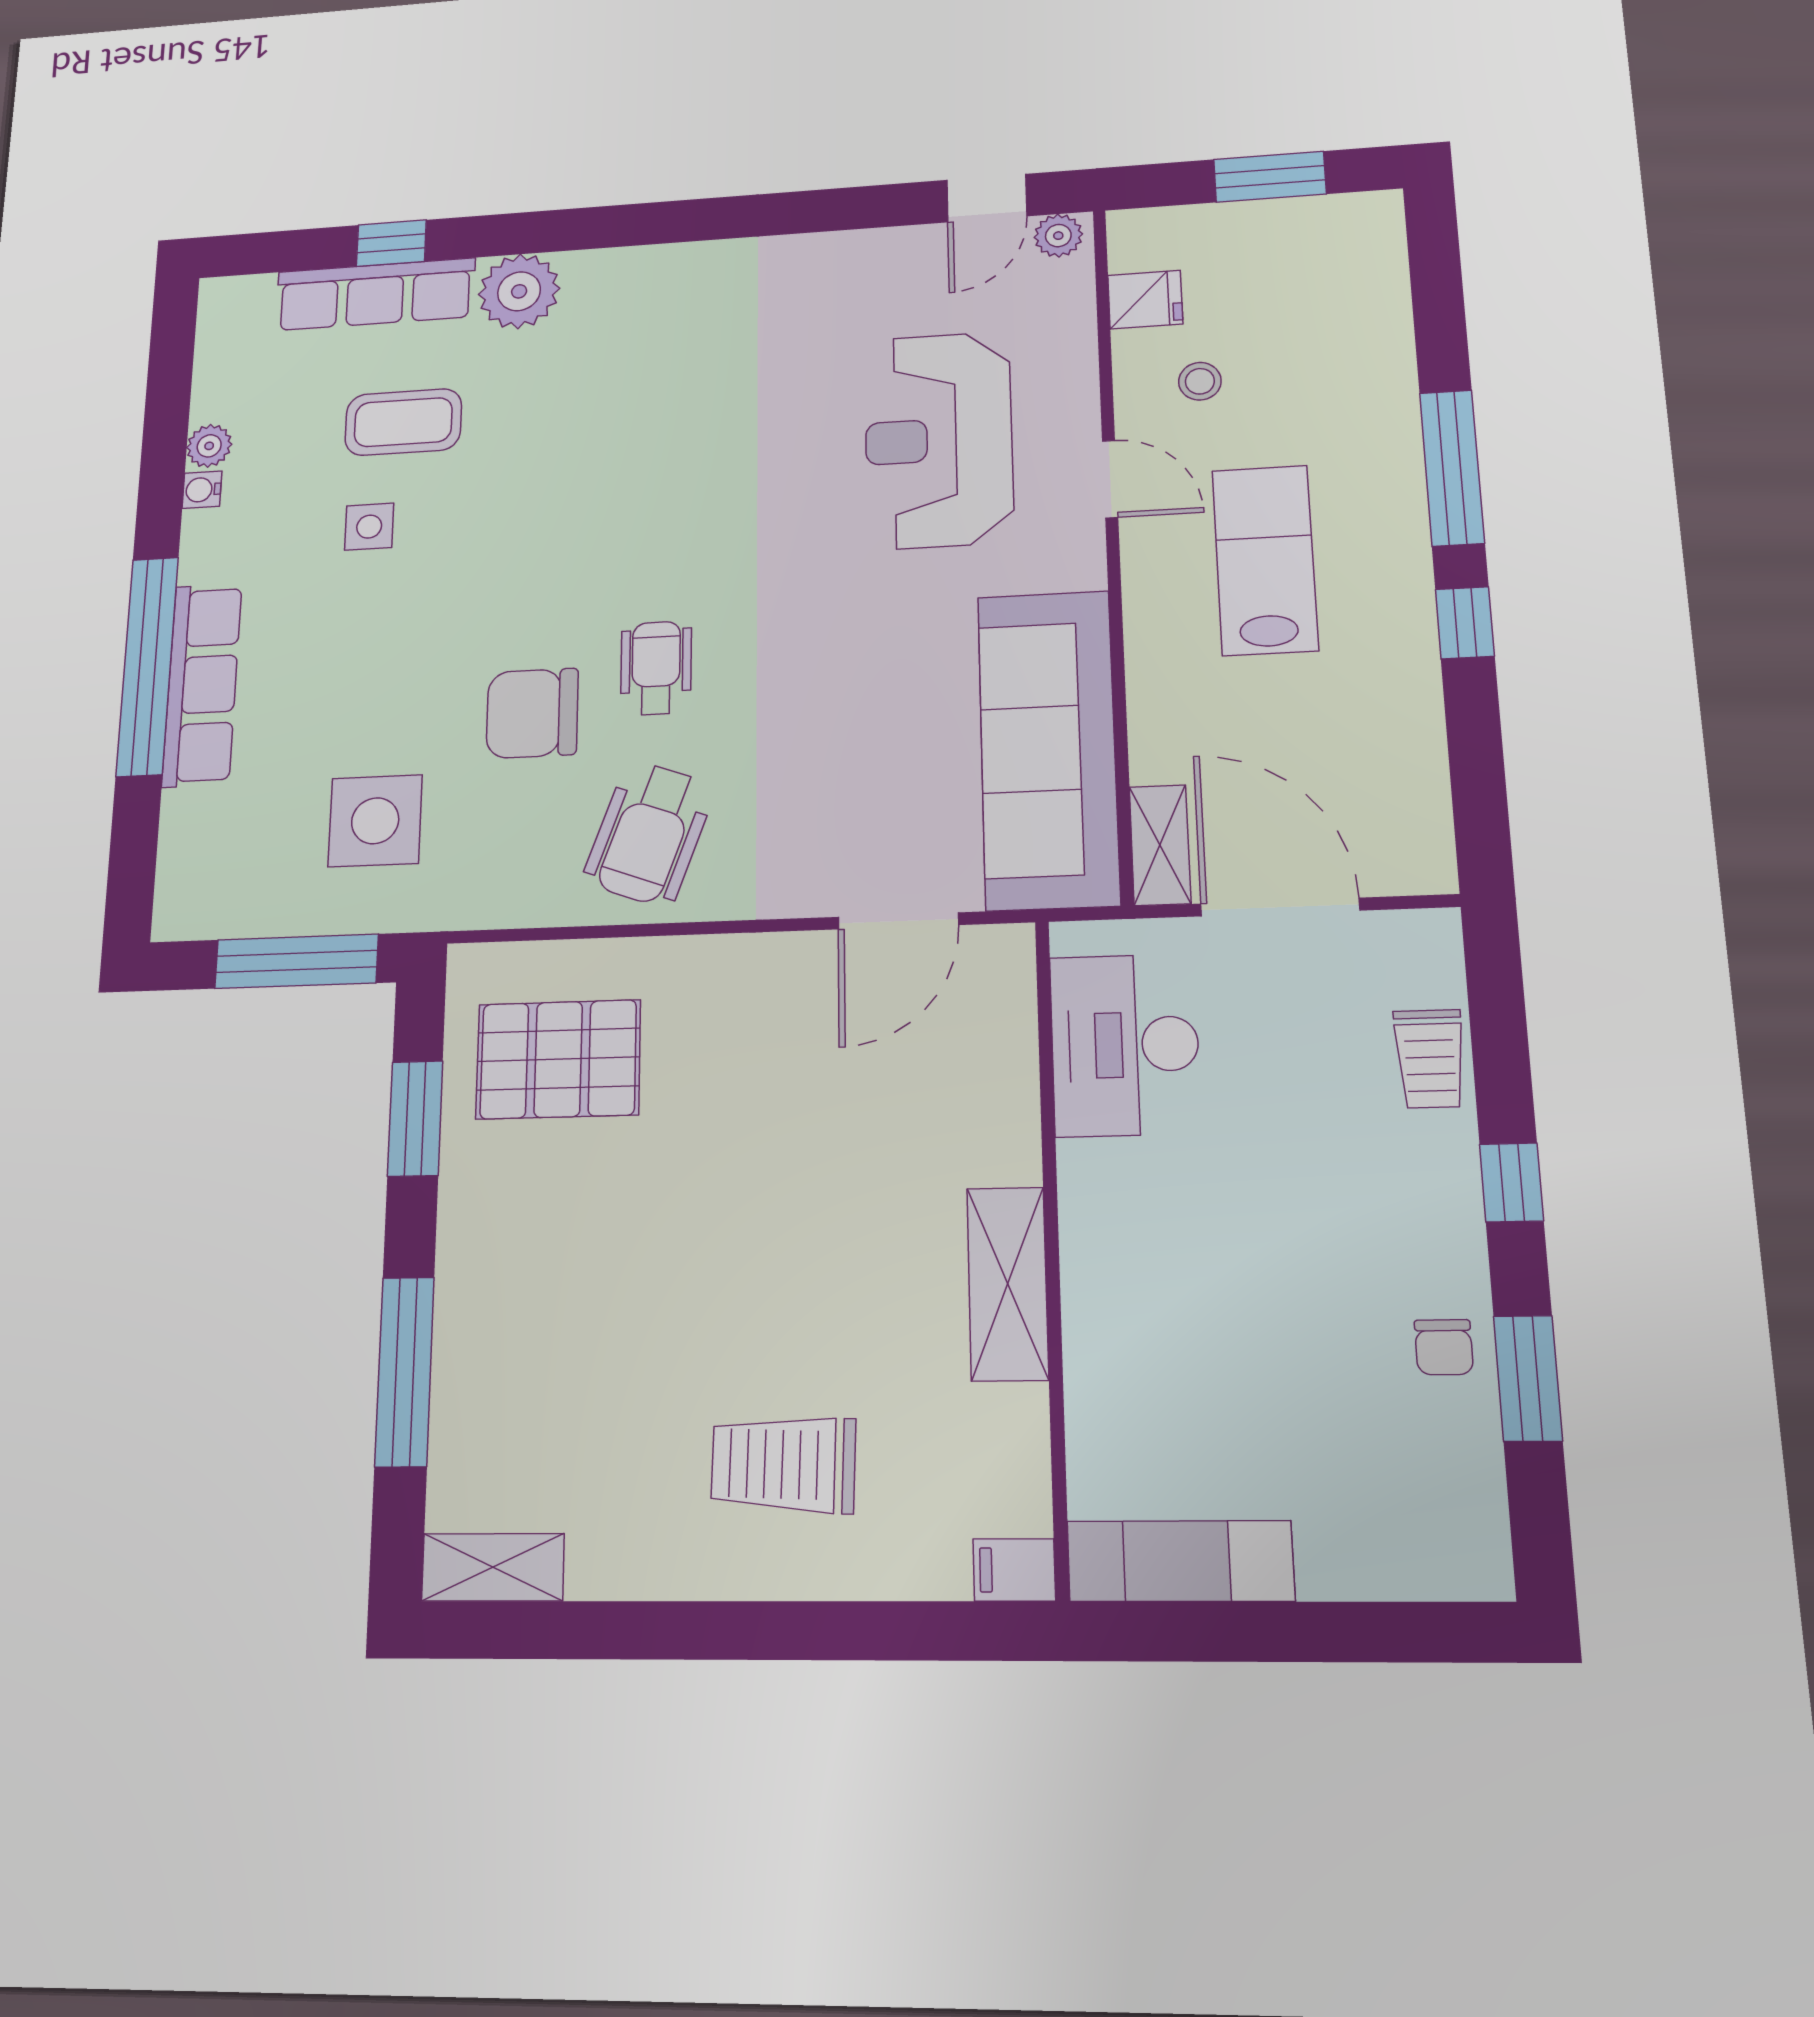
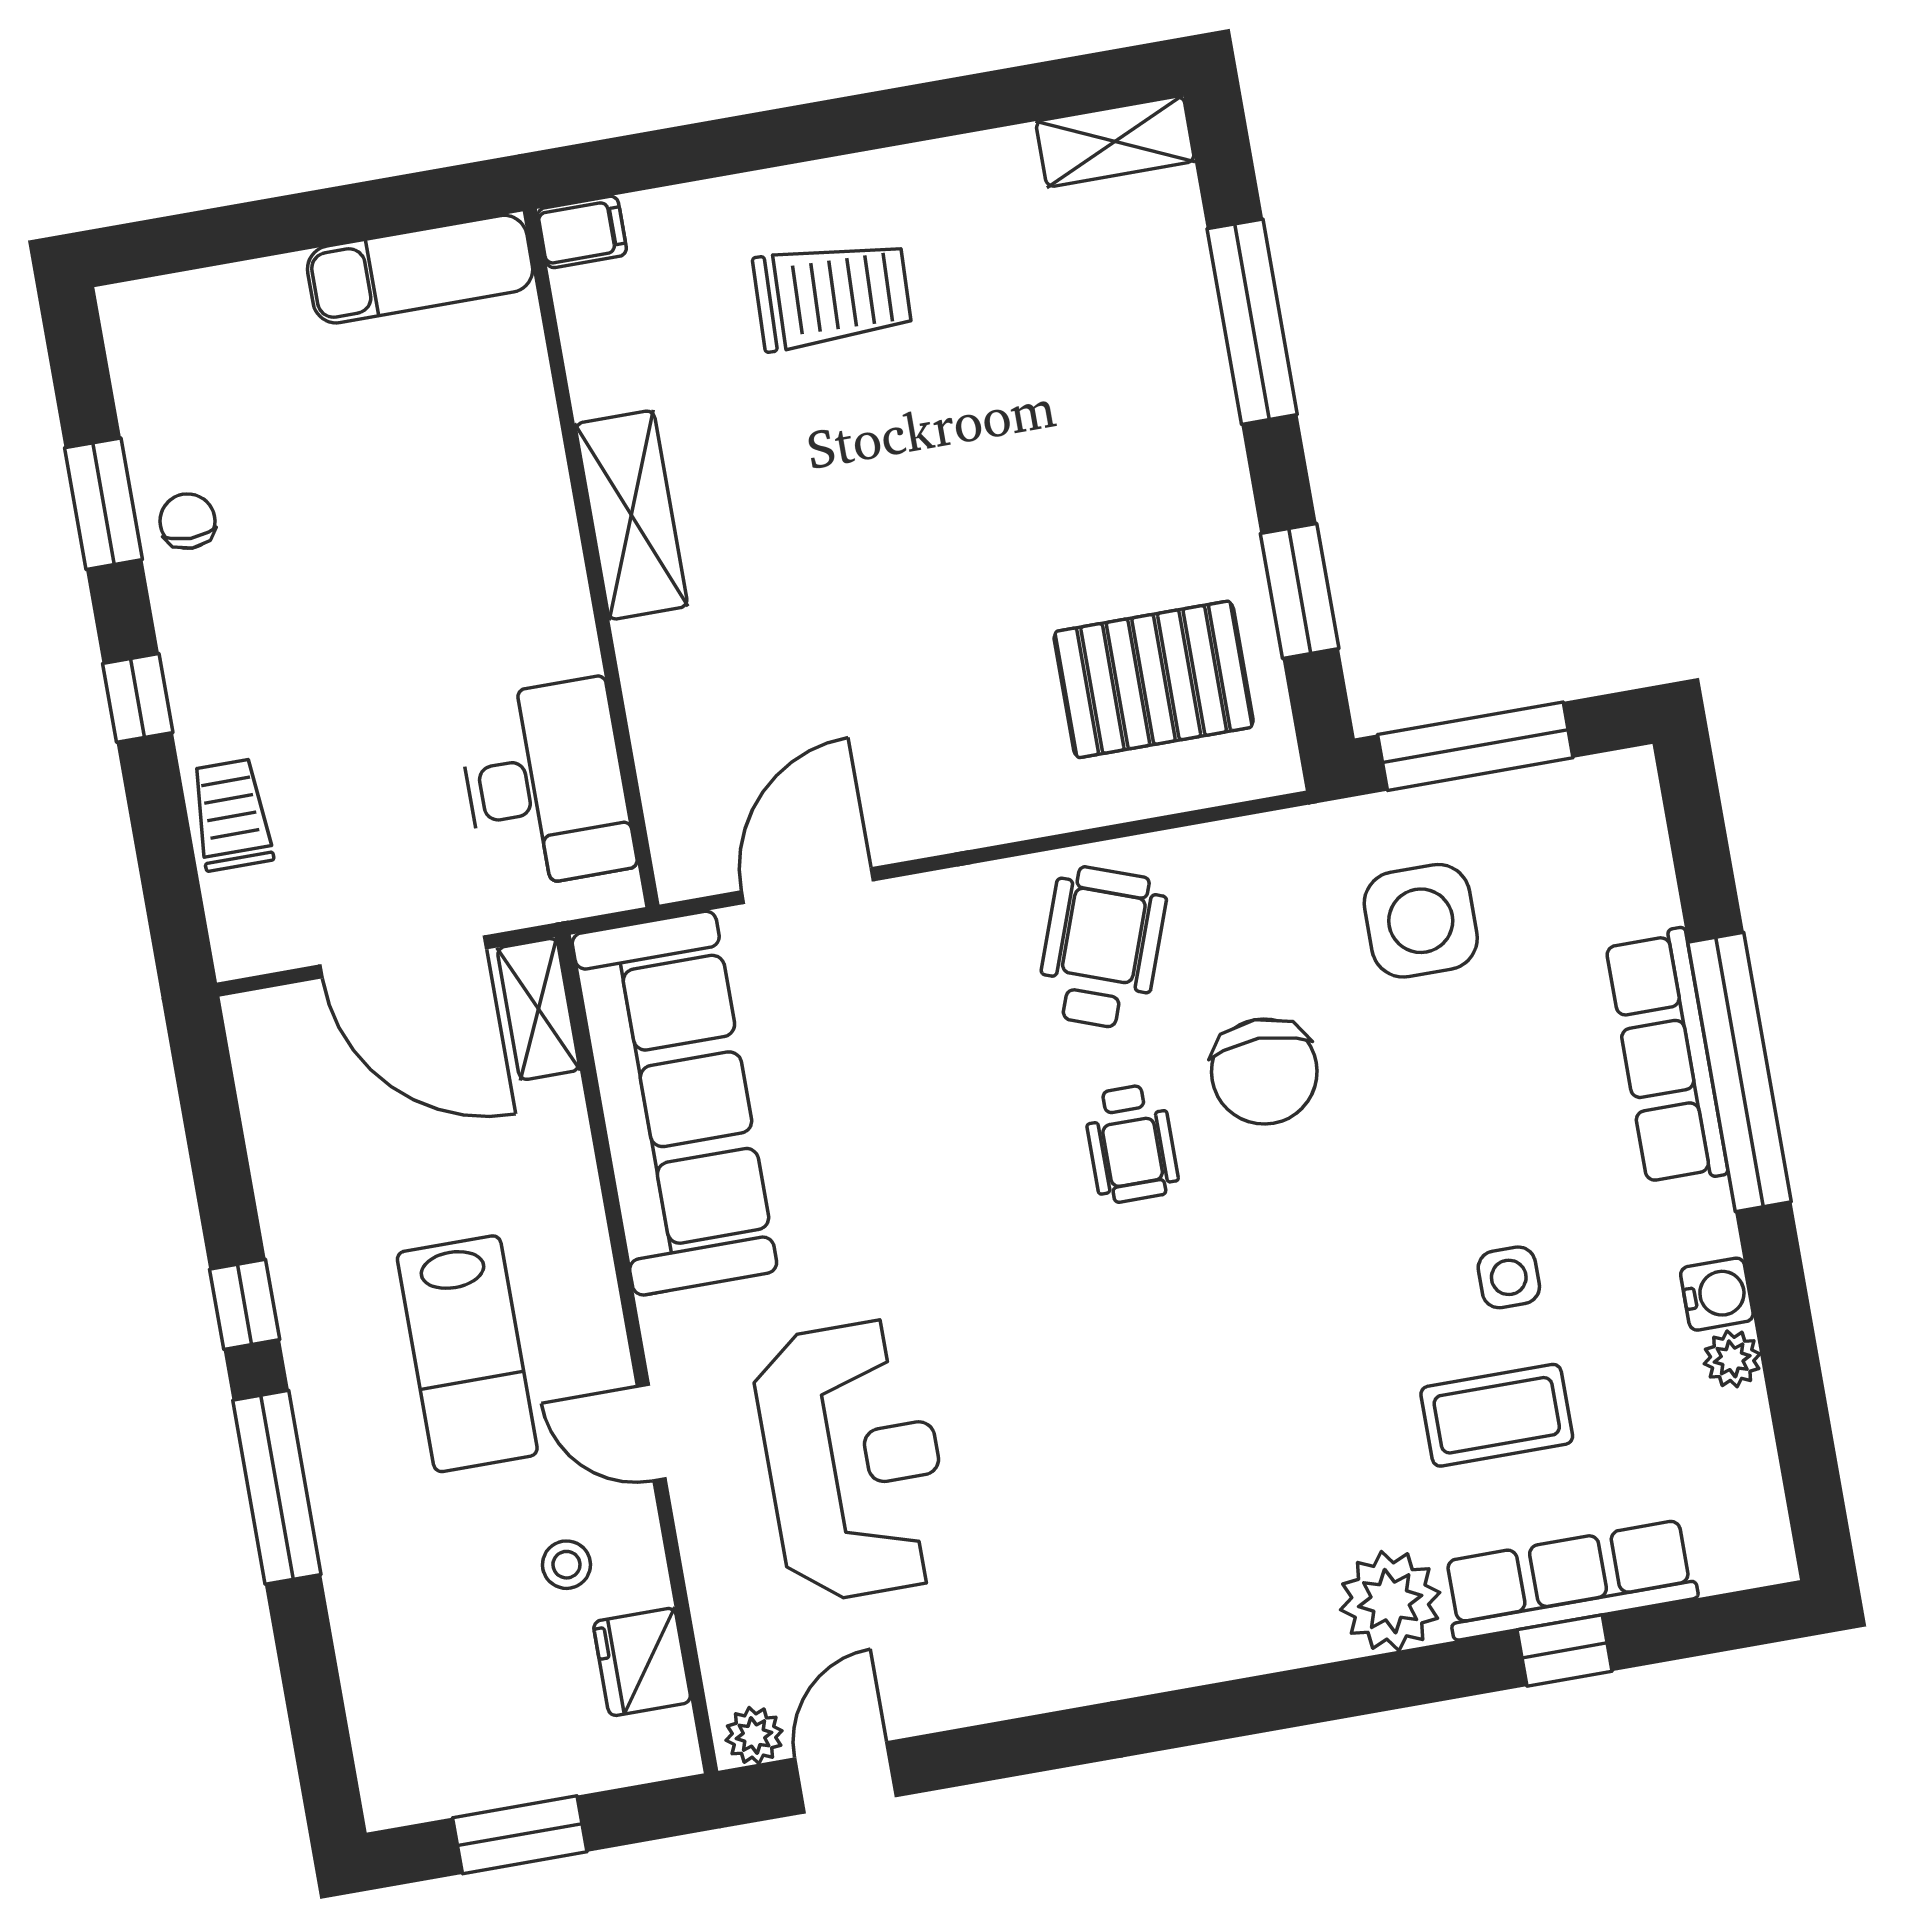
fridge: (1145, 300) -> (642, 1662), width x1.38
water cooler: (202, 490) -> (1717, 1294), width x1.38, depth x1.38
chair: (532, 713) -> (1264, 1072), turned 90

